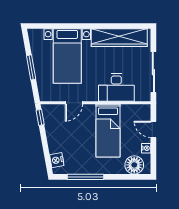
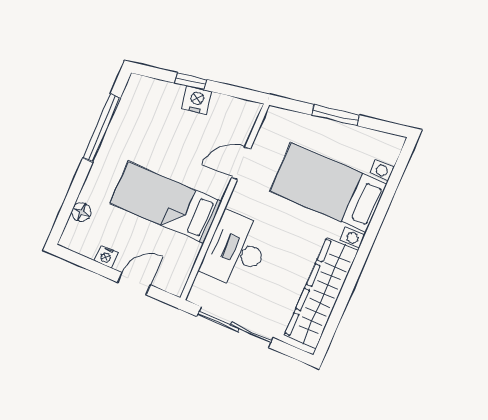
door: (74, 103) -> (241, 164), hinge flipped
window: (40, 117) -> (191, 81), moved
nightstand: (57, 160) -> (197, 100), moved
floor lamp: (134, 165) -> (81, 212), width x0.53, depth x0.53

